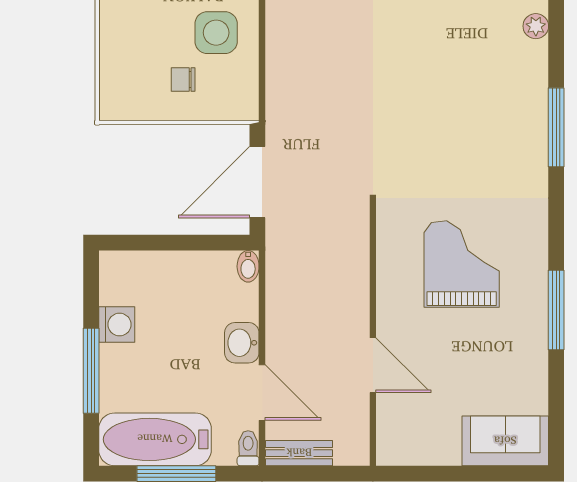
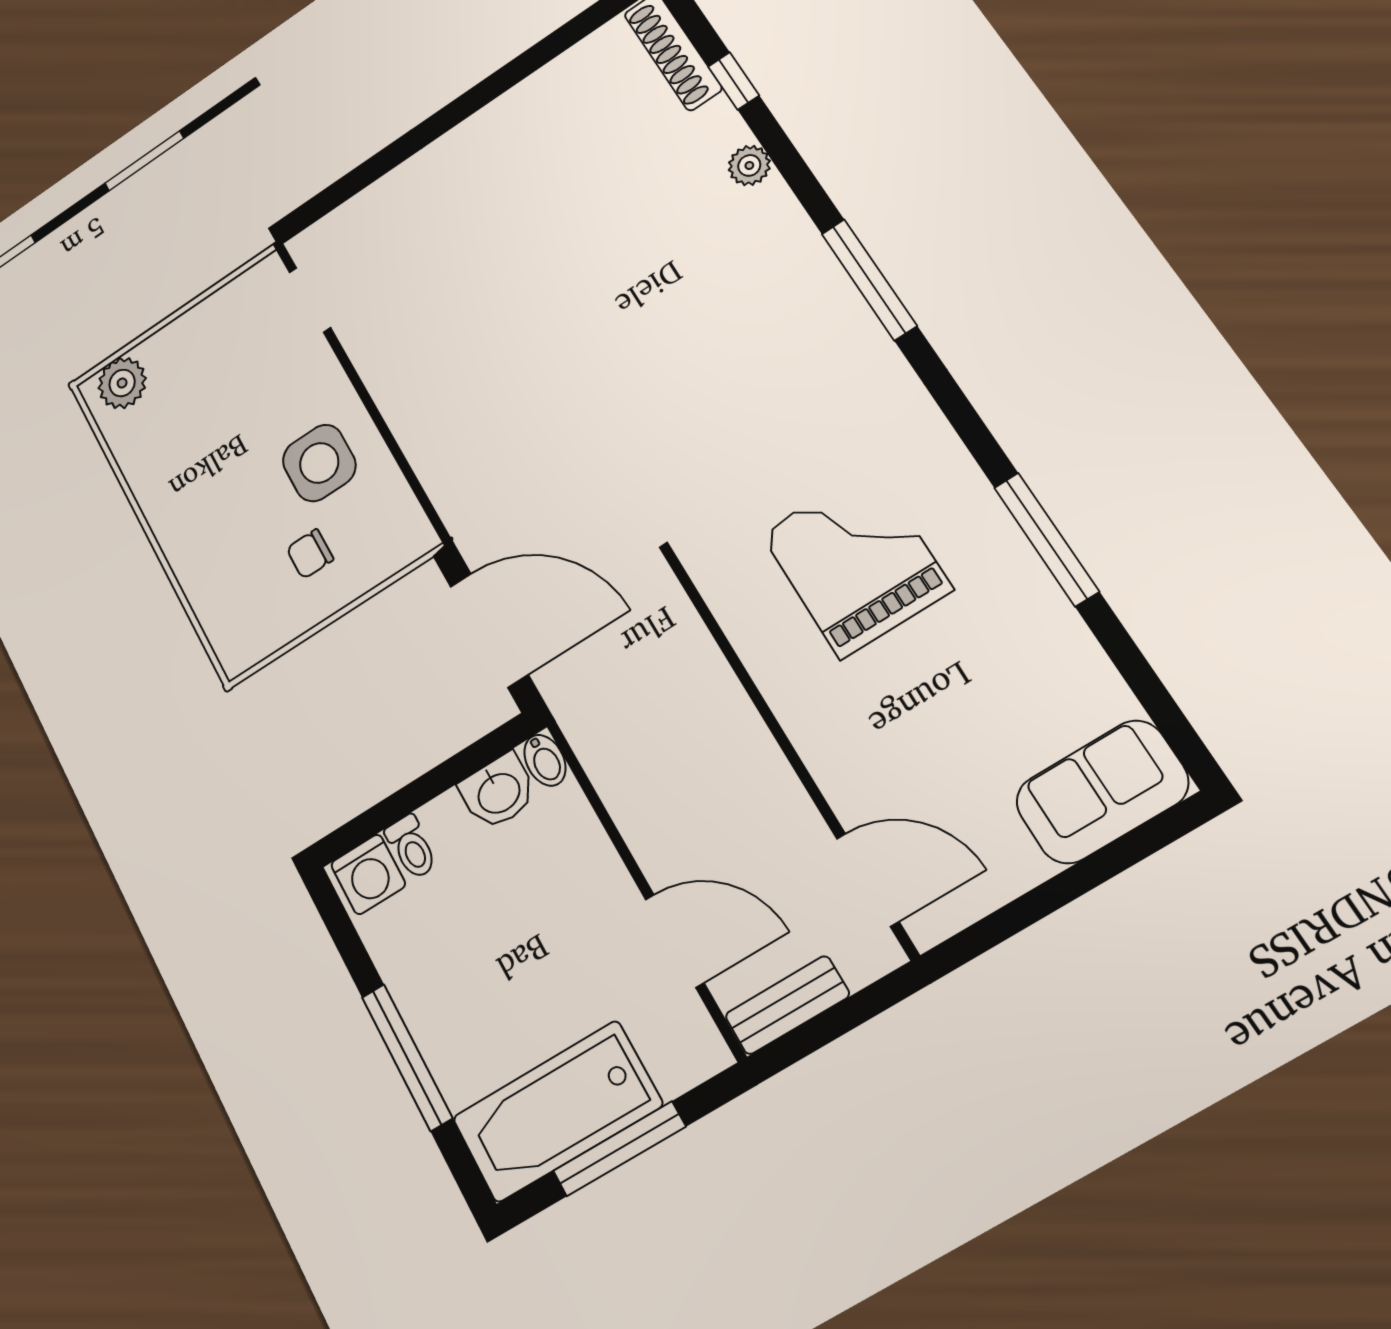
door: (257, 182) -> (489, 630), swing flipped
washing machine: (117, 325) -> (368, 874), moved, turned 90
washbasin: (242, 343) -> (498, 792), moved, turned -90
door: (373, 365) -> (868, 880), moved
toilet: (248, 448) -> (411, 847), moved, turned 180

